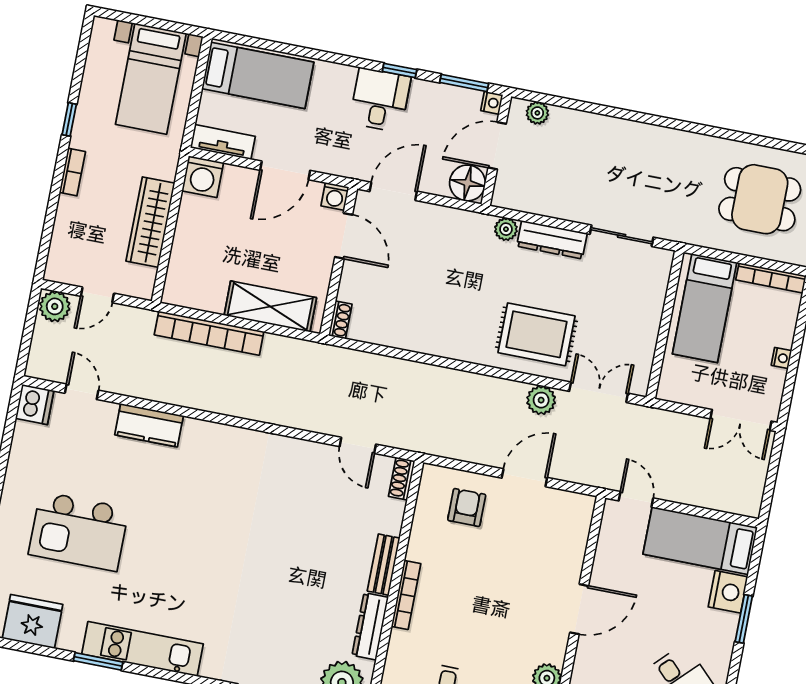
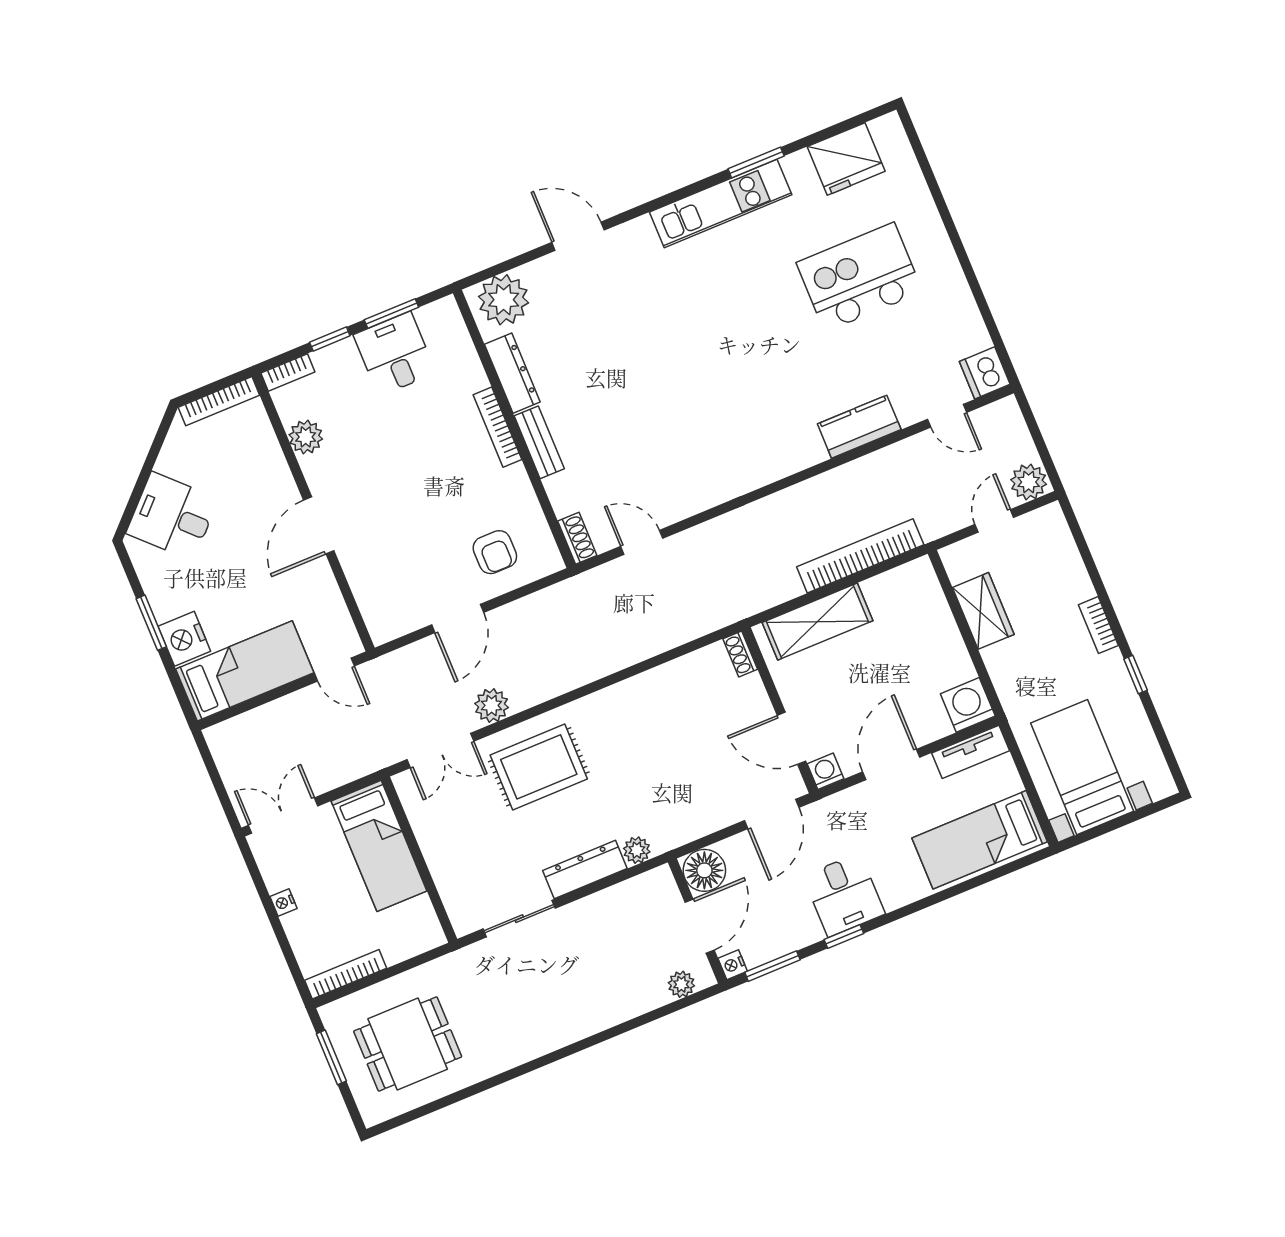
wardrobe: (150, 222) -> (983, 611), width x0.67
bed: (705, 308) -> (379, 846), moved, turned 180

